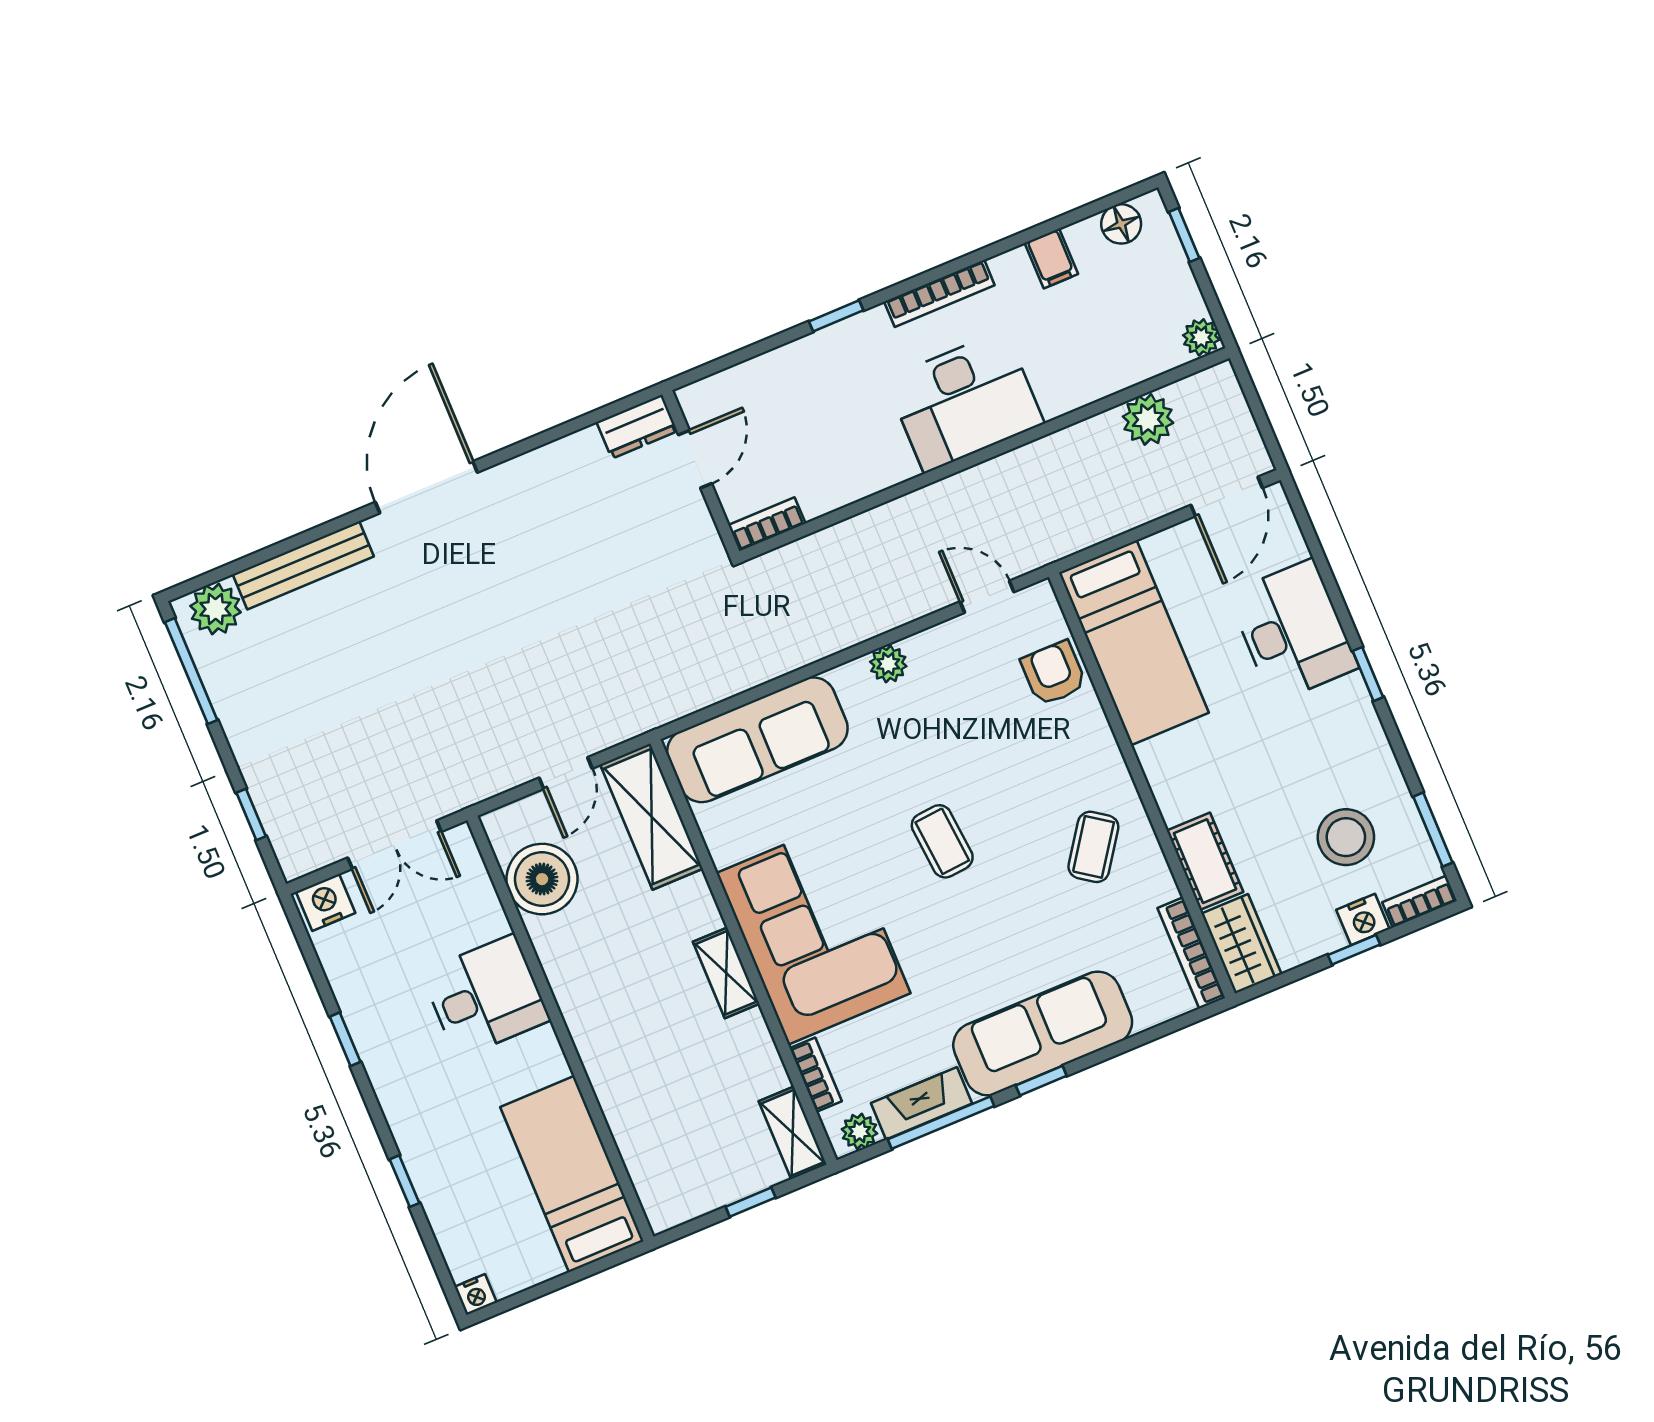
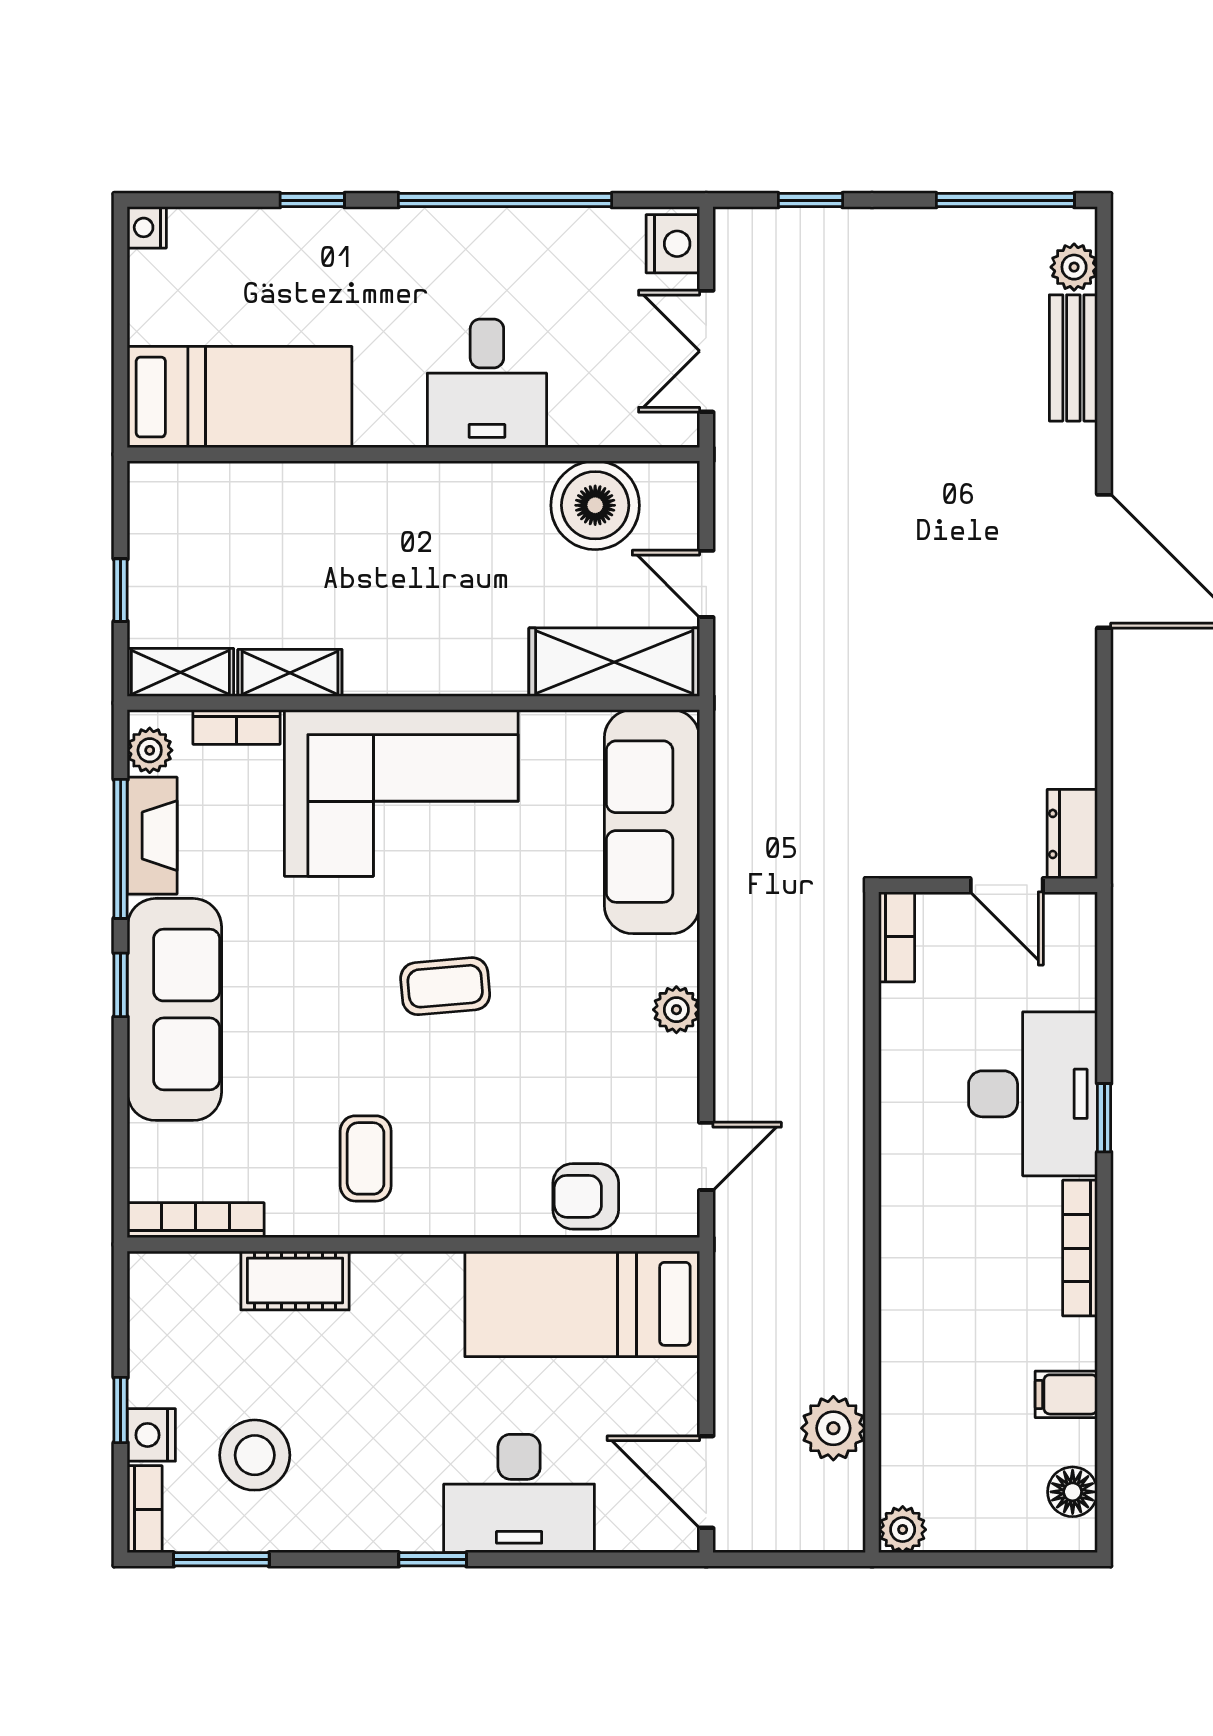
window: (1184, 235) -> (1029, 1559), removed
desk: (965, 401) -> (1033, 1094), moved, turned 180
bench: (303, 565) -> (1073, 358), width x0.73
plant: (215, 609) -> (1074, 267), width x0.73, depth x0.73
armchair: (1054, 673) -> (586, 1196), turned 180
coffee table: (1093, 847) -> (366, 1158), turned 55
wardrobe: (1241, 944) -> (182, 1283), removed
shelving: (726, 973) -> (290, 673), moved
window: (345, 1039) -> (505, 200), width x3.17

